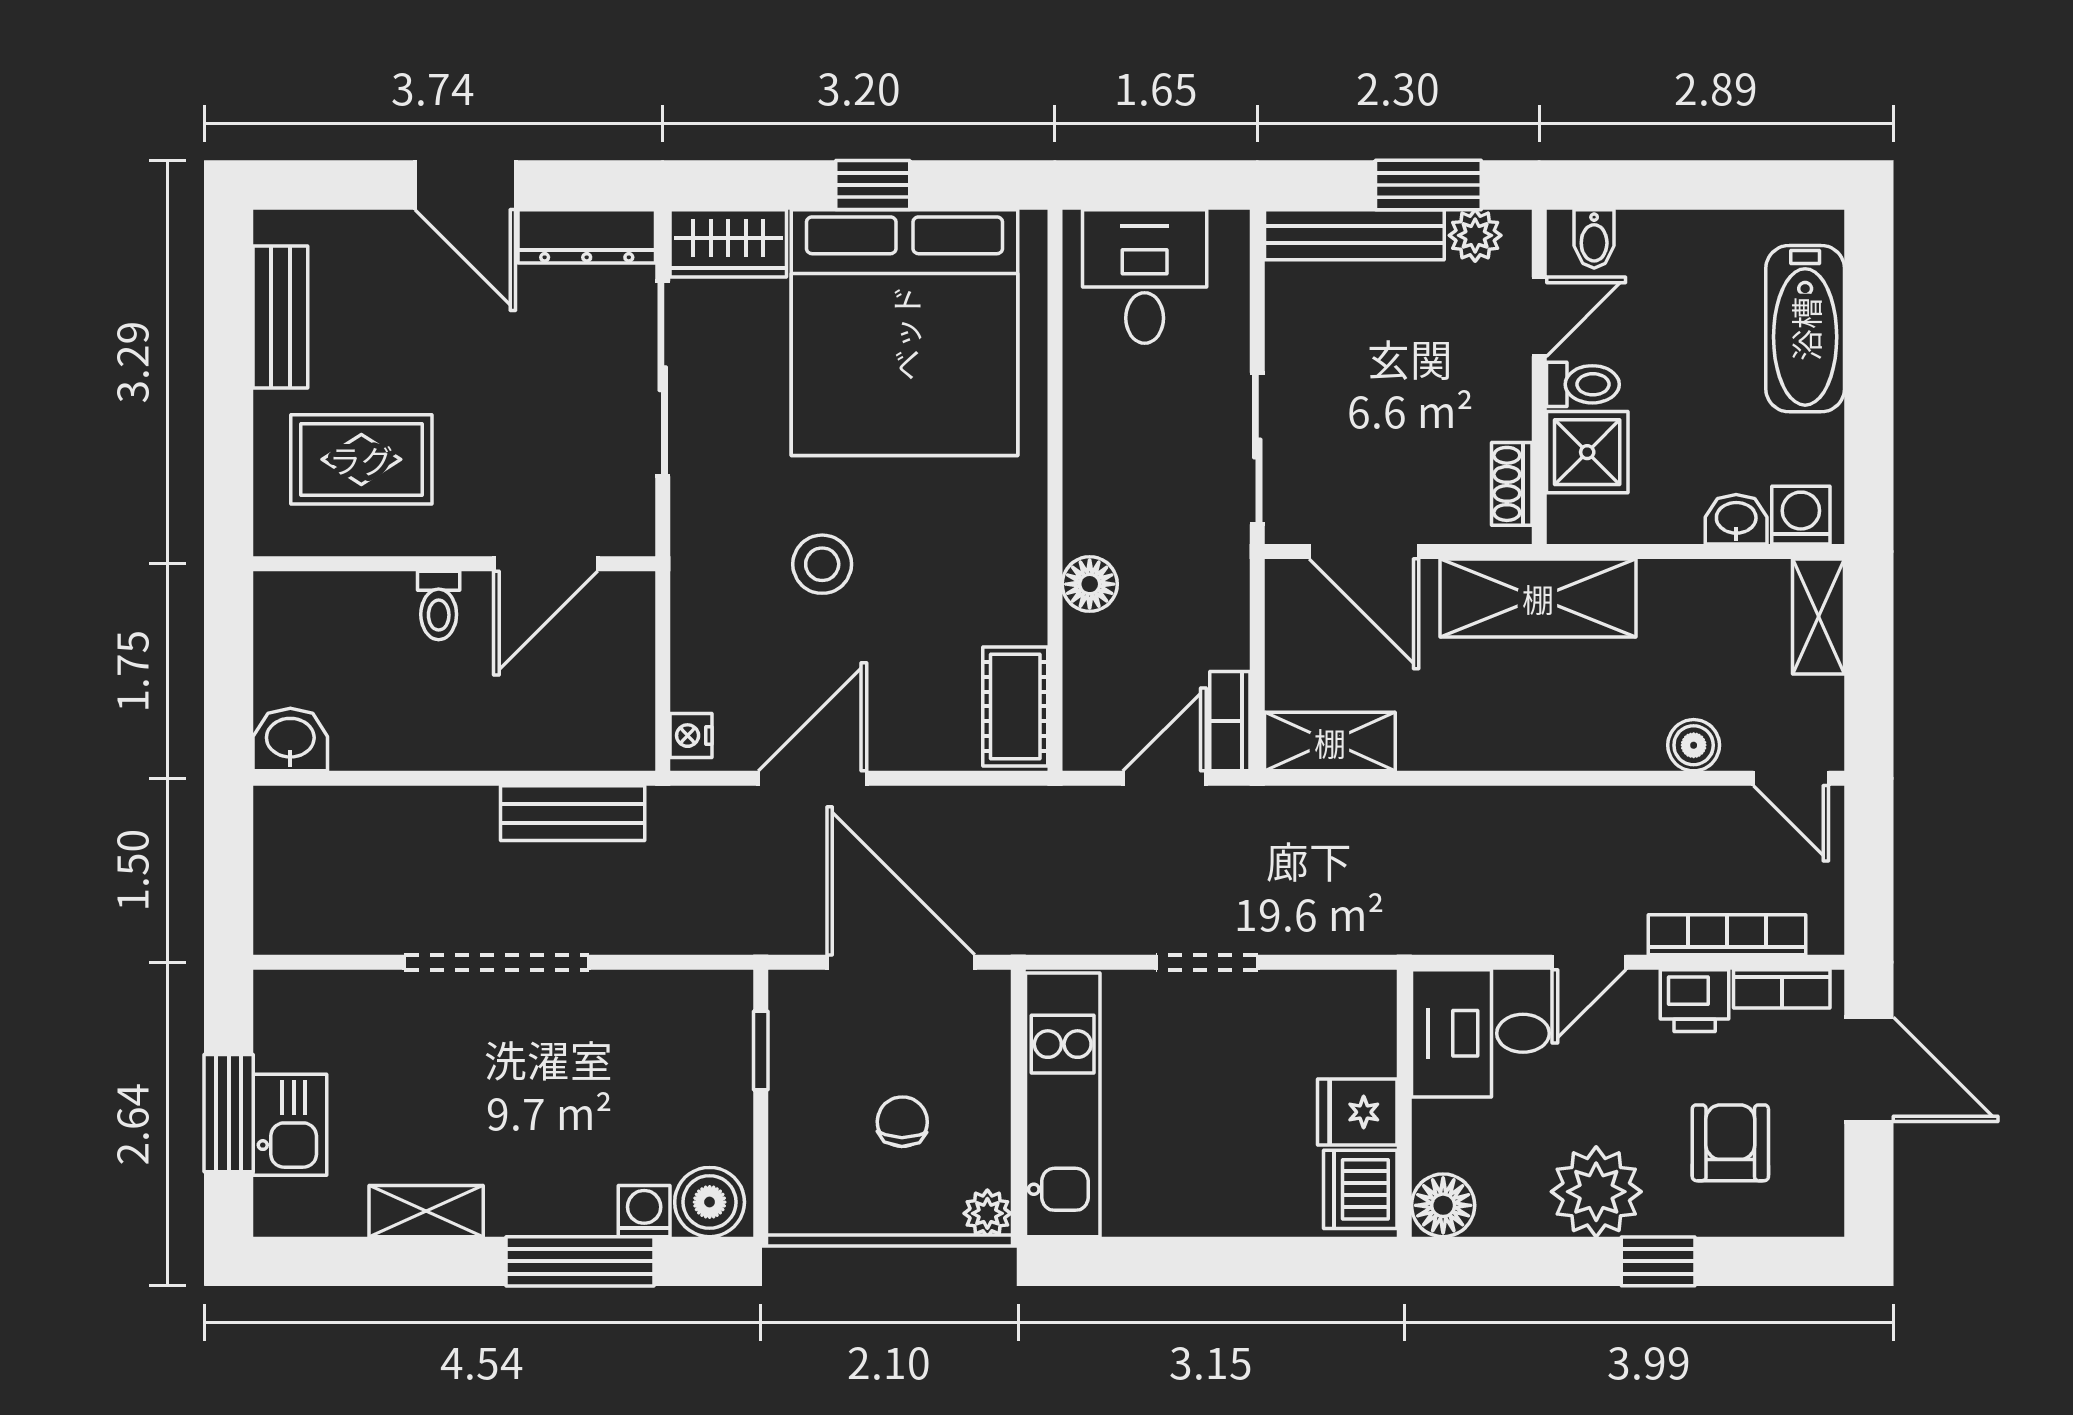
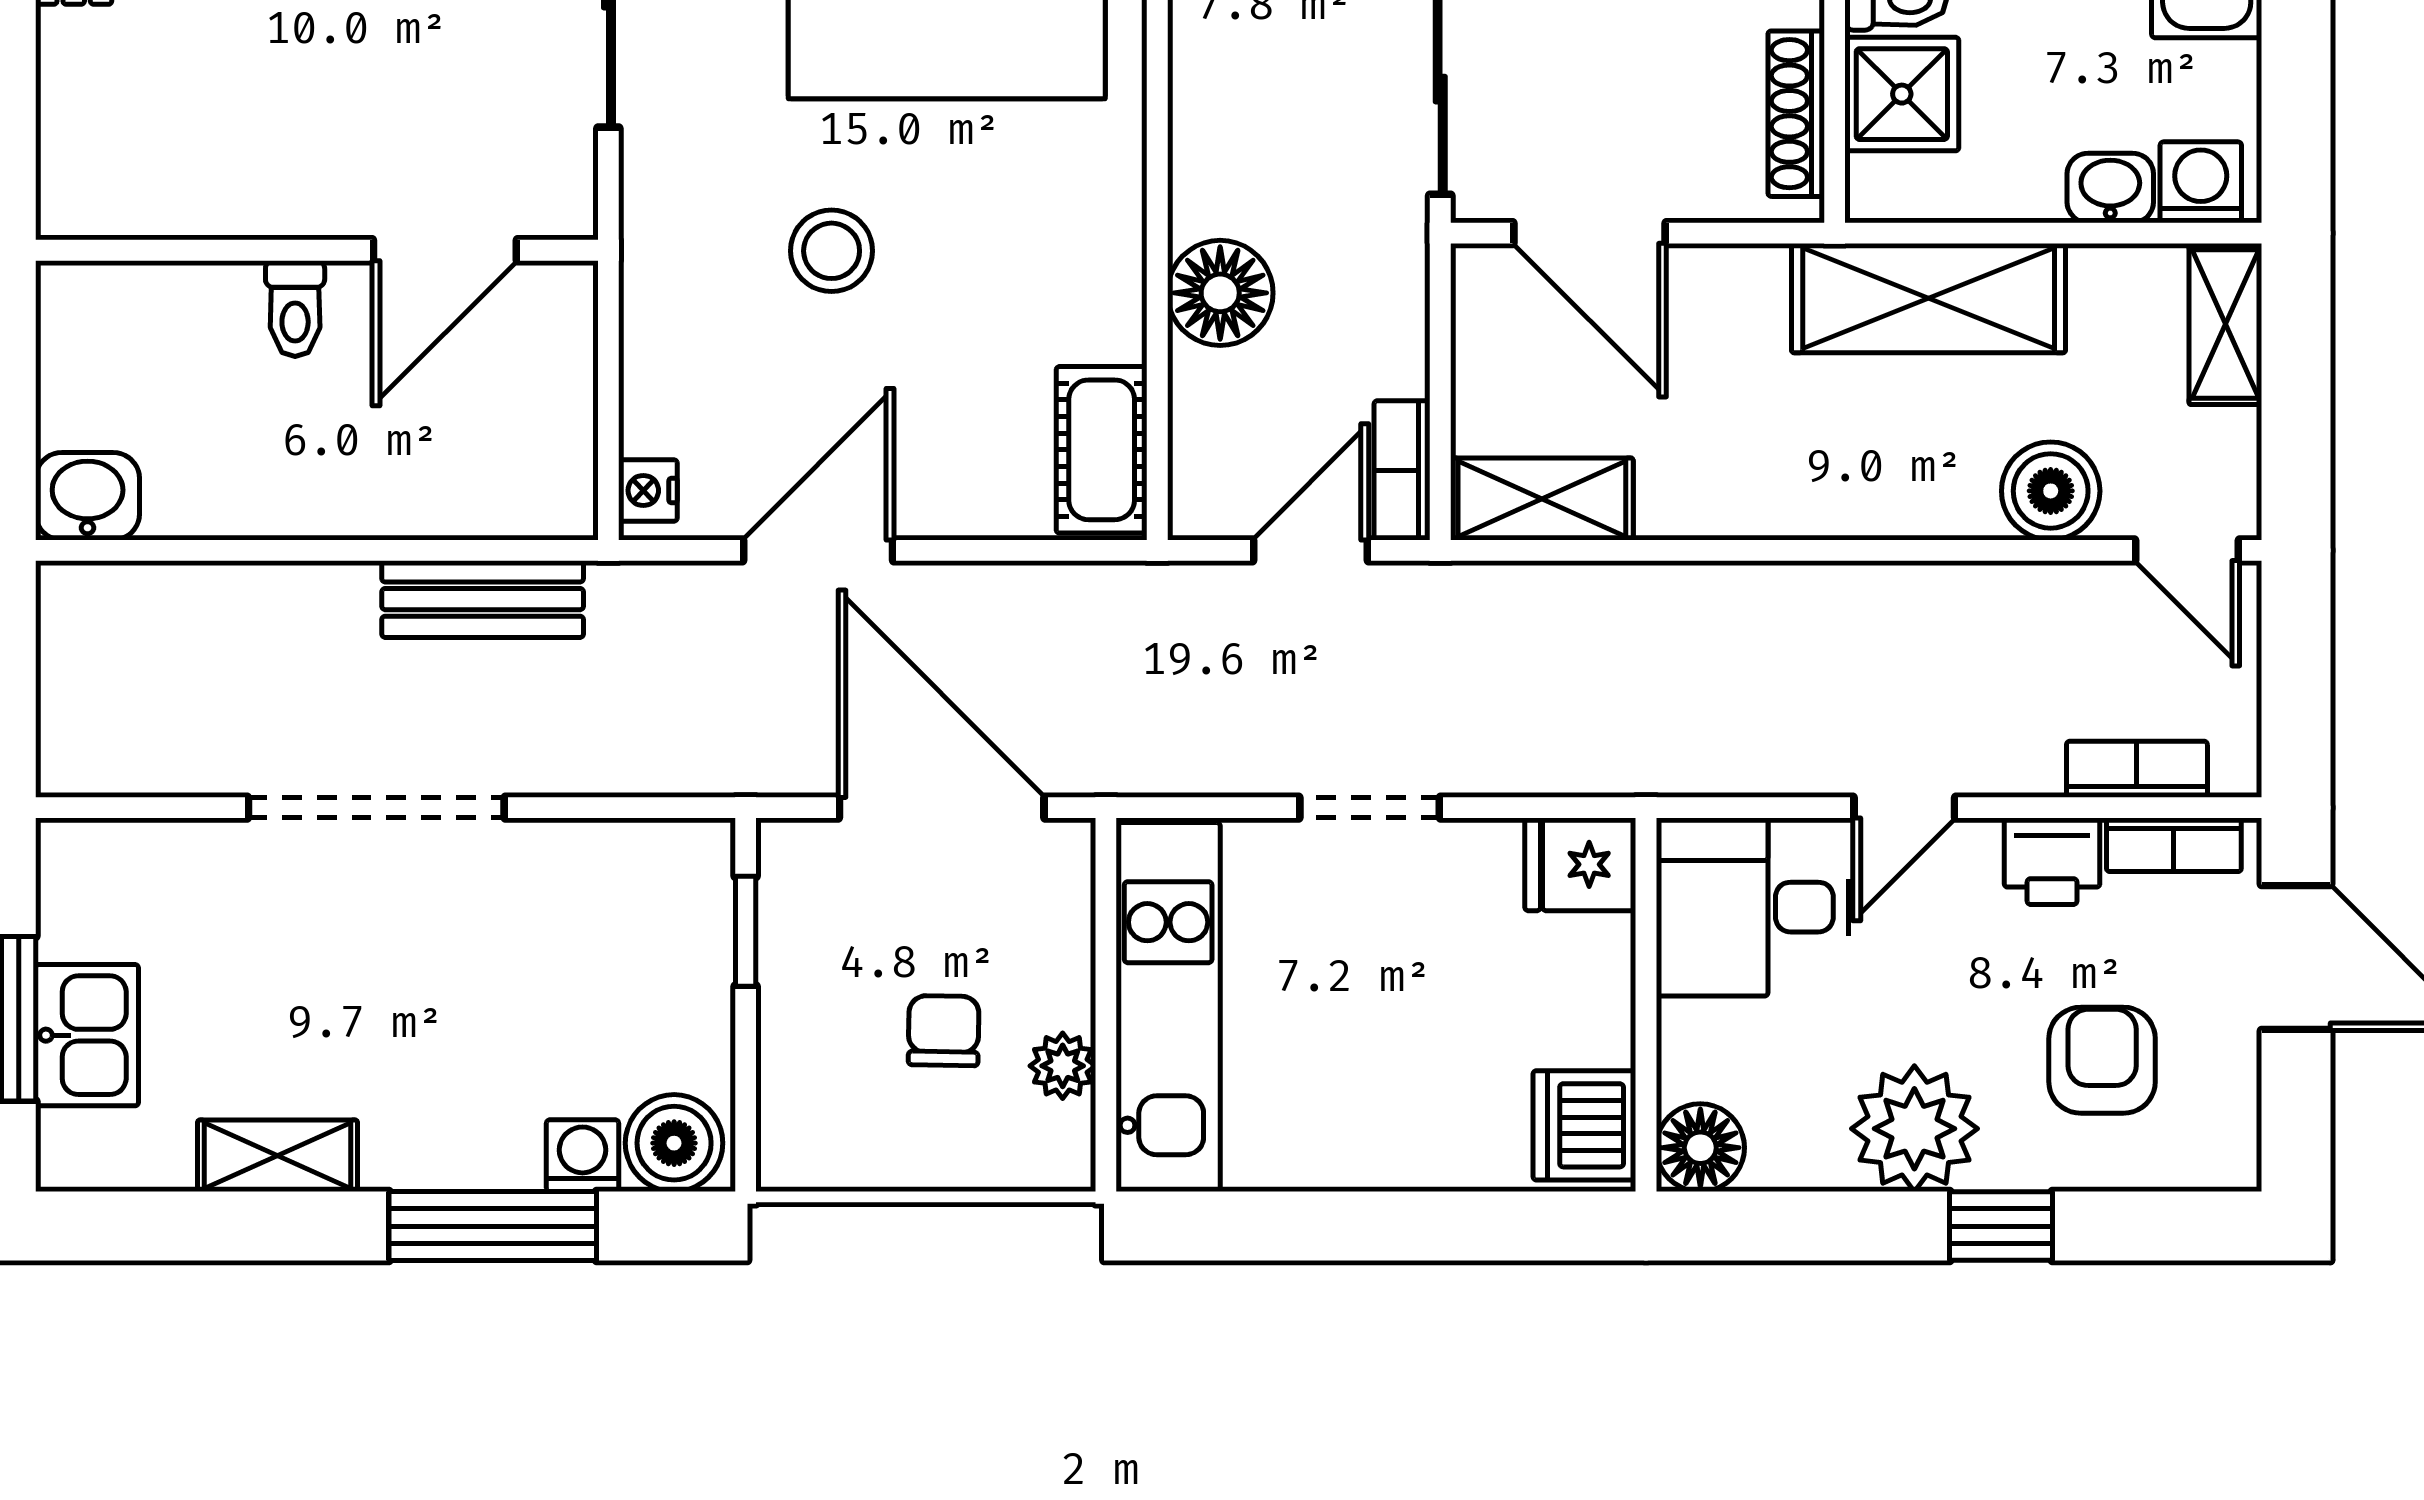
rug: (361, 459) -> (187, 104), removed
shoe rack: (1512, 484) -> (1796, 114), width x1.43
floor lamp: (1090, 584) -> (1220, 293), width x1.38, depth x1.38
shelving: (1538, 598) -> (1929, 298), moved
boiler: (1694, 745) -> (2051, 491), width x1.36, depth x1.36
bookcase: (1727, 935) -> (2137, 769), width x0.64
fridge: (1357, 1112) -> (1580, 864), moved
plant: (987, 1213) -> (1063, 1066), moved

